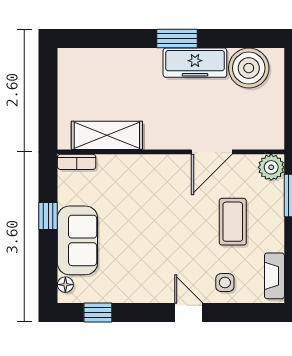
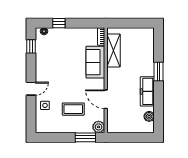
window: (177, 38) -> (158, 71), moved
boiler: (249, 68) -> (149, 116), width x0.54, depth x0.54
window: (48, 216) -> (59, 23), moved
sofa: (77, 240) -> (95, 62), moved, turned 90
fireplace: (274, 276) -> (48, 128), removed

